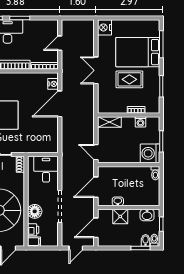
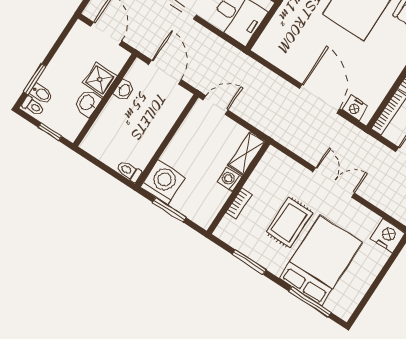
washing machine: (140, 122) -> (230, 179), moved
washbasin: (147, 215) -> (87, 103), moved

